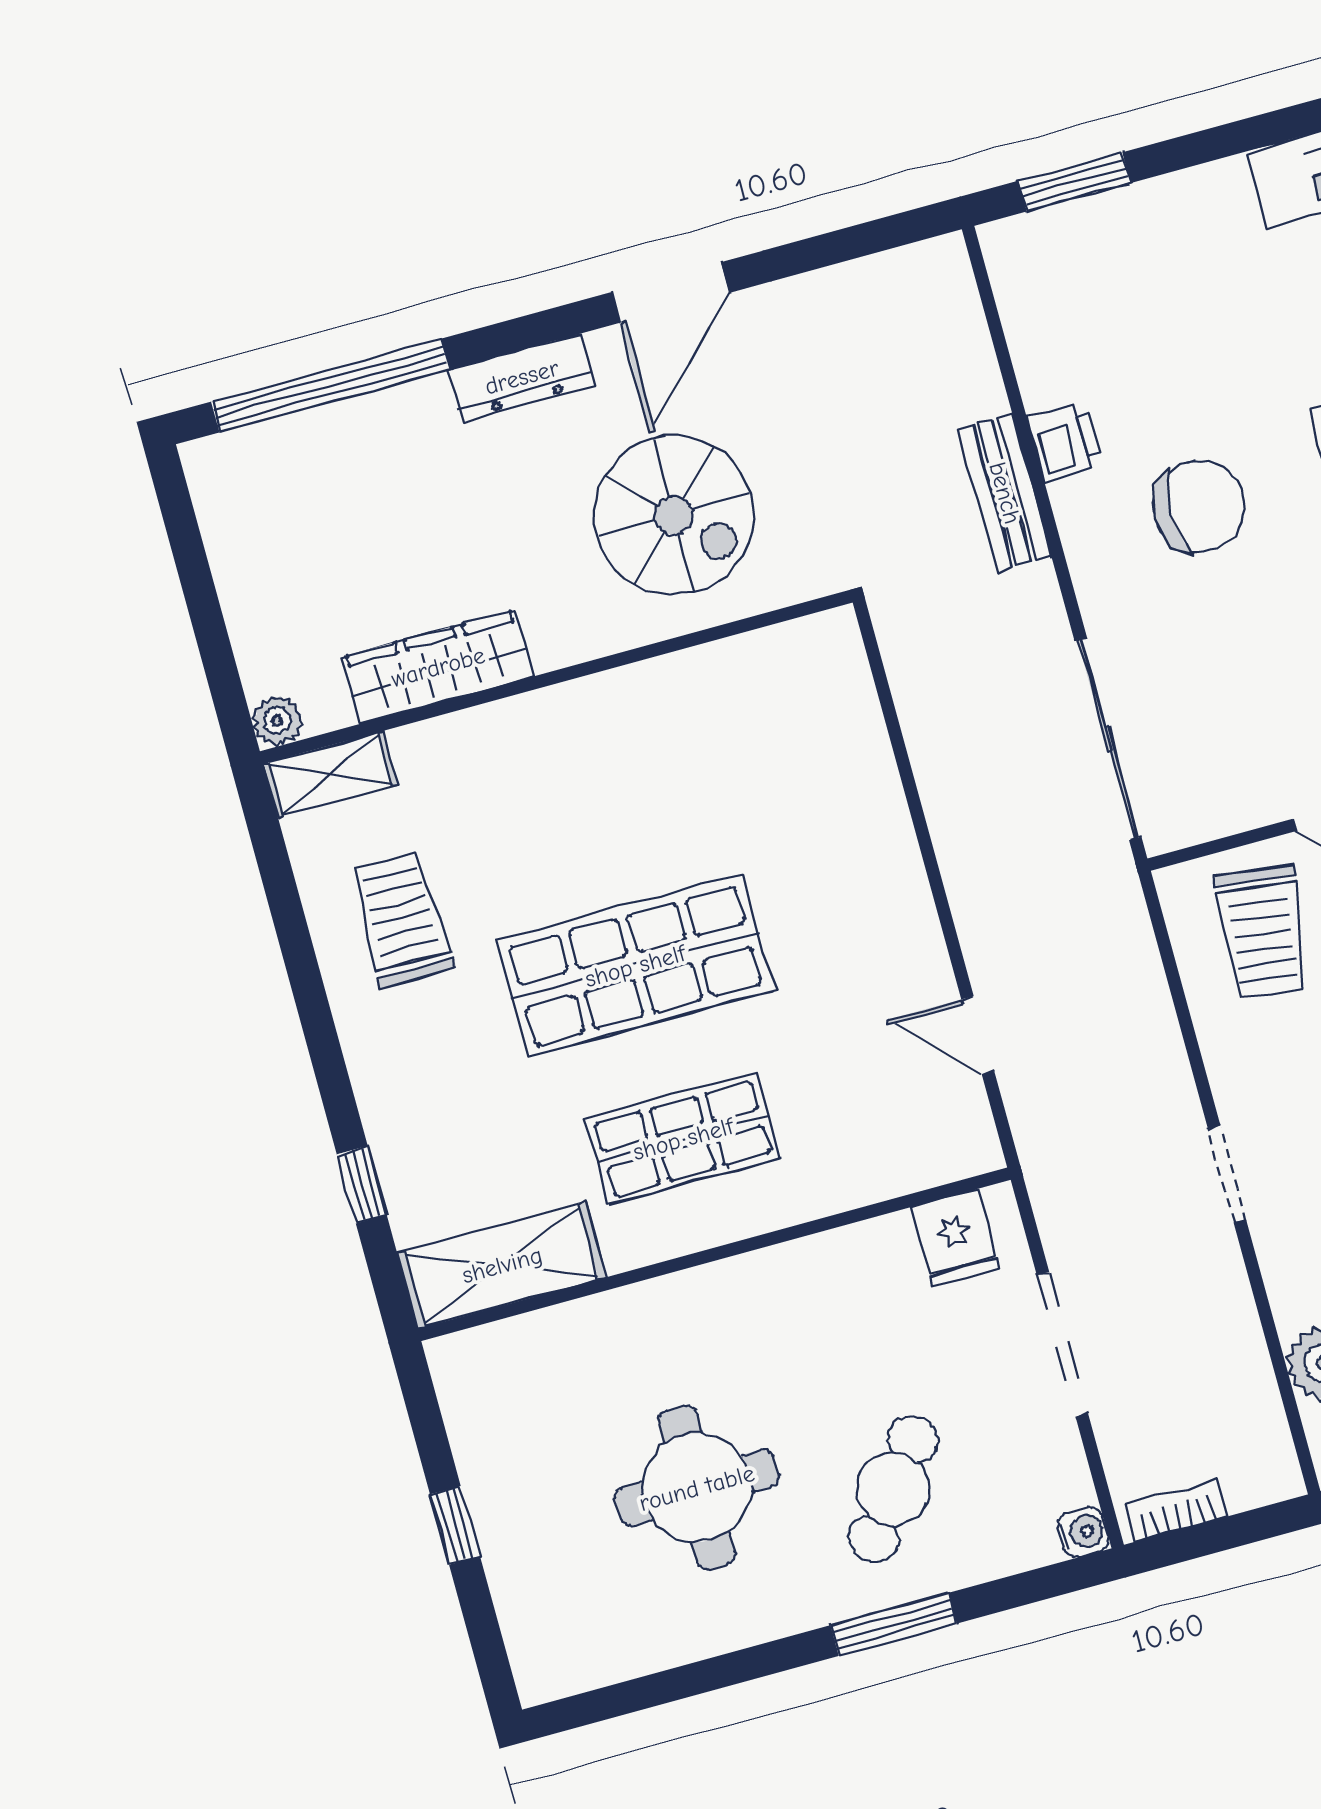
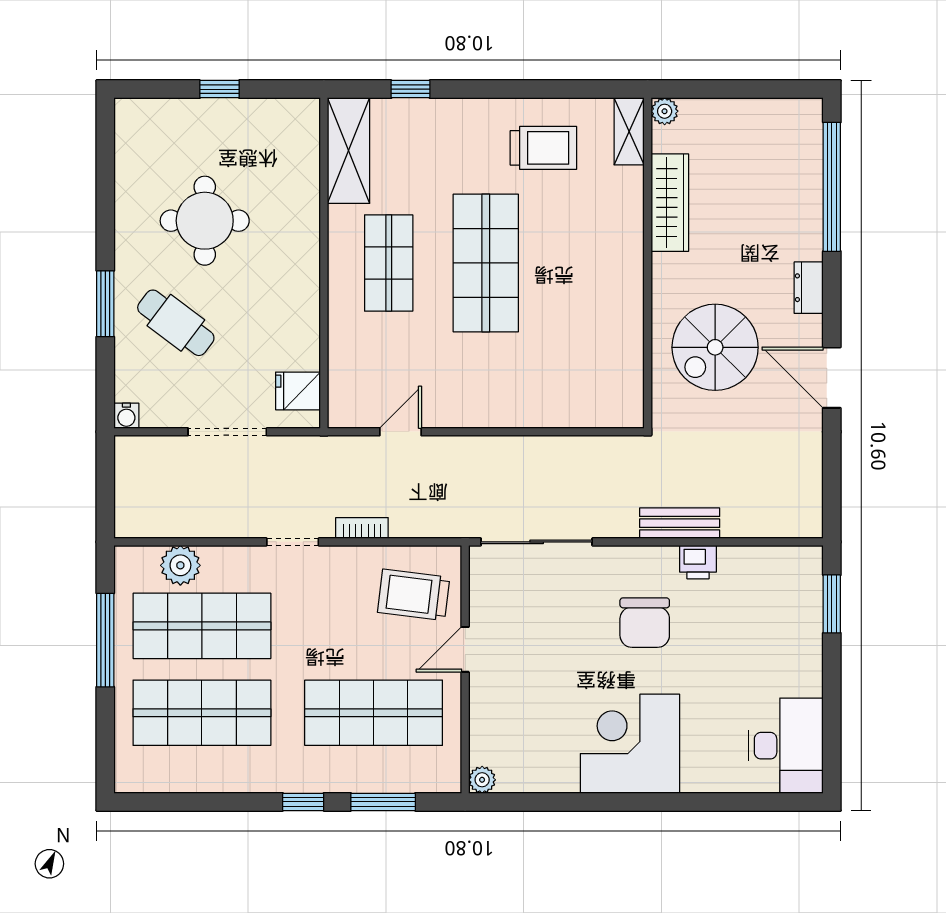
dresser: (522, 377) -> (809, 288), width x0.70
bookcase: (1176, 1510) -> (362, 528), moved, turned -90

